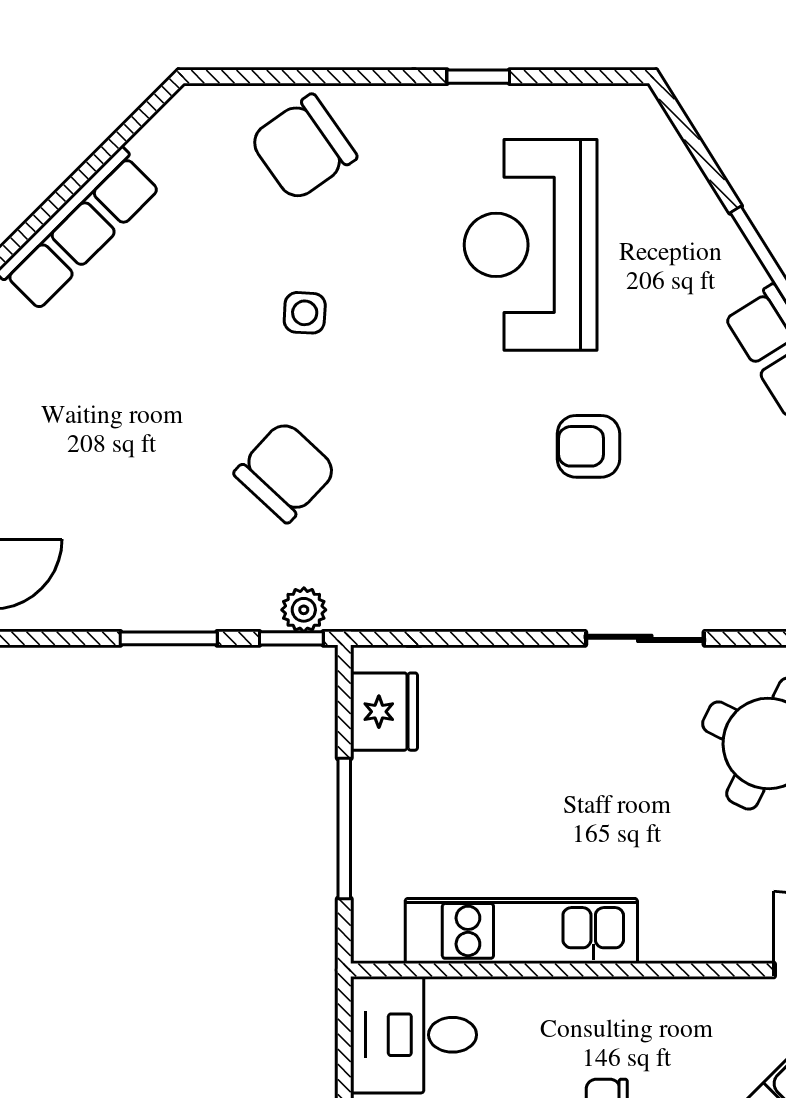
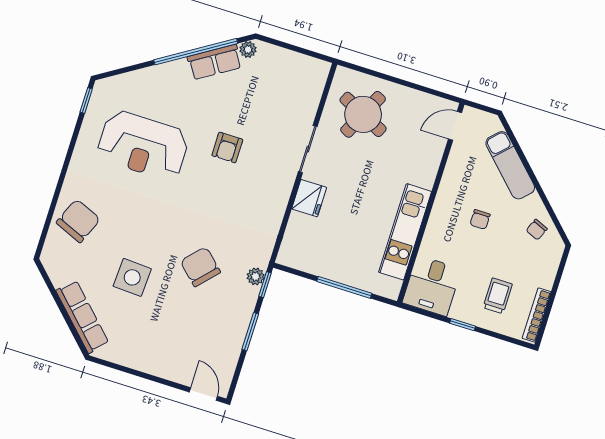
window: (478, 77) -> (86, 101), moved
chair: (303, 148) -> (78, 221), turned -122
side table: (305, 313) -> (132, 277), moved, width x1.87, depth x1.87
fridge: (384, 712) -> (309, 198), moved, turned 90

